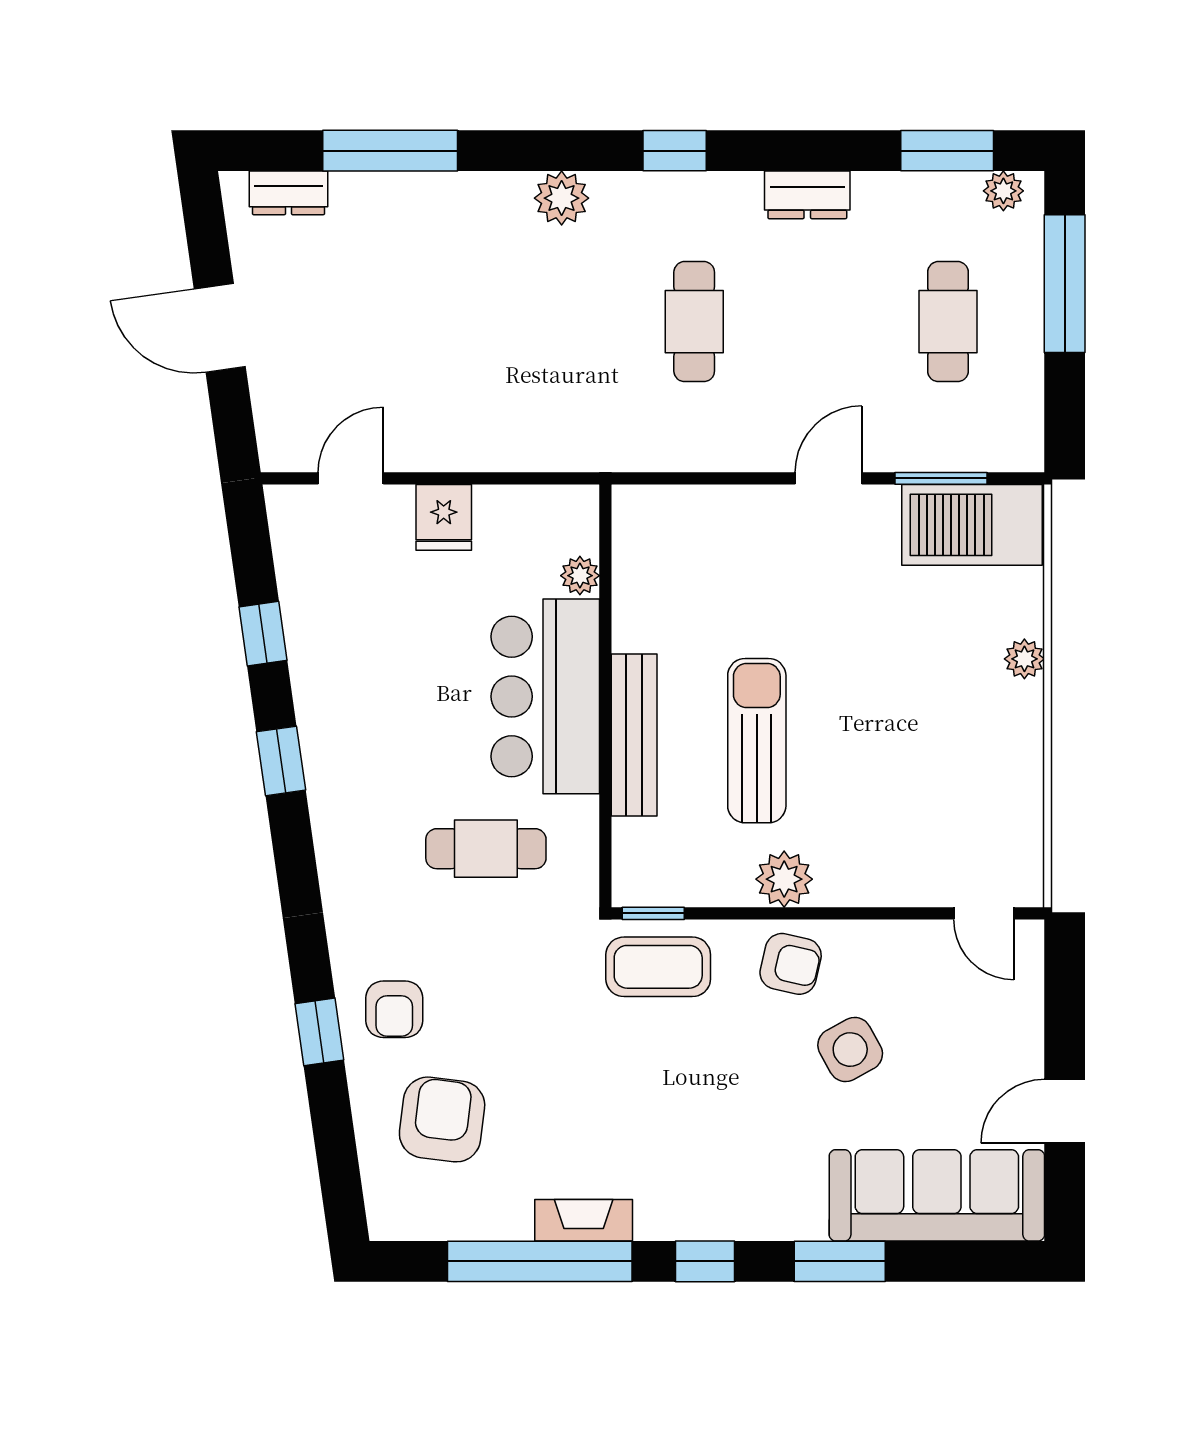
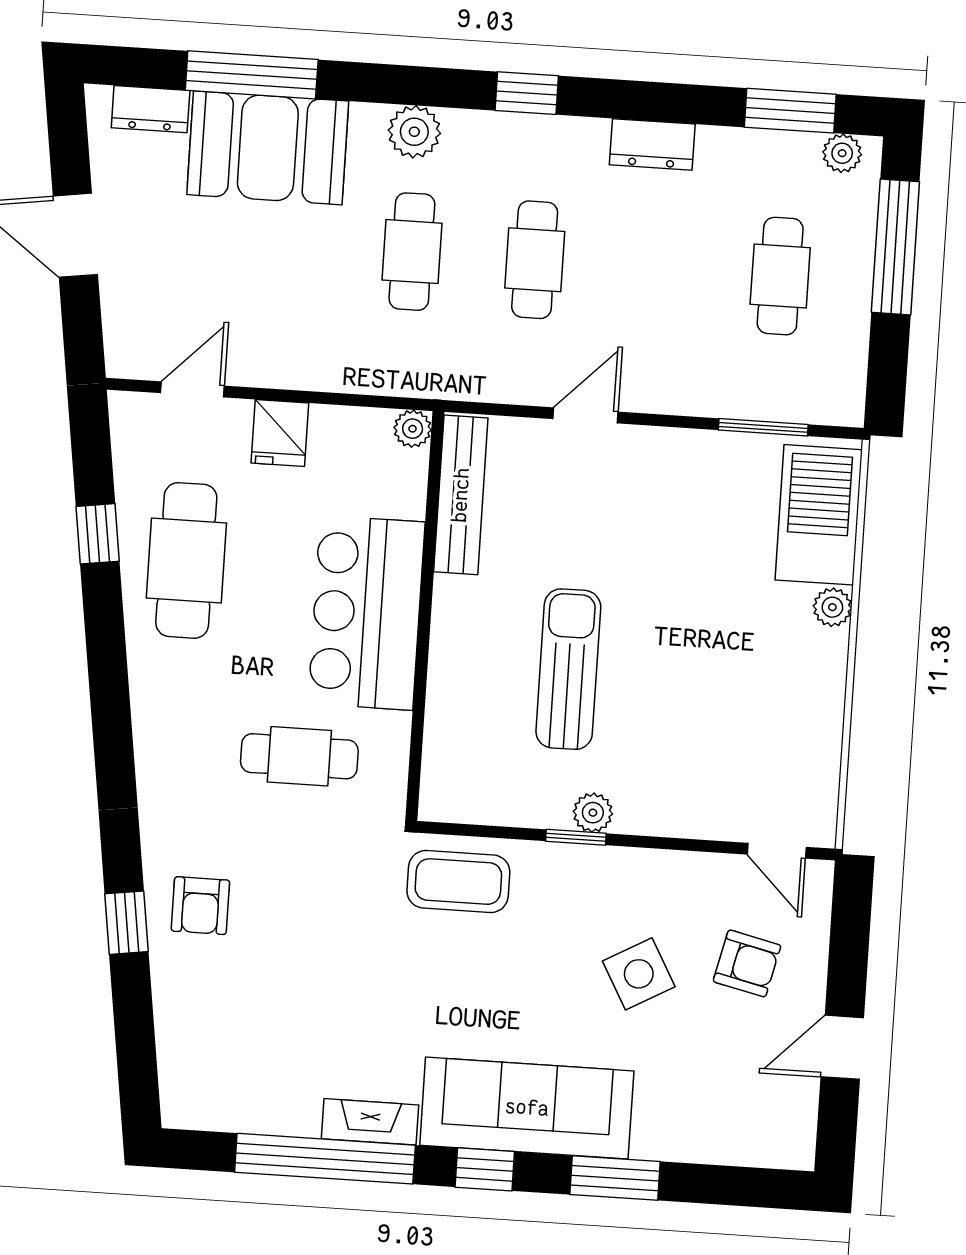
booth: (412, 225) -> (268, 148), added
cafe table: (567, 322) -> (412, 252), added
door: (829, 478) -> (585, 415), moved
barbecue: (972, 525) -> (819, 515), moved, turned 90
plant: (580, 576) -> (413, 429), moved
cafe table: (356, 655) -> (186, 560), added
bench: (634, 735) -> (461, 495), moved
window: (281, 761) -> (107, 658), removed
plant: (784, 879) -> (593, 813), width x0.73, depth x0.73
window: (653, 913) -> (576, 837), moved
armchair: (791, 964) -> (747, 963), moved
armchair: (442, 1119) -> (240, 1015), removed
sofa: (937, 1195) -> (527, 1108), moved

